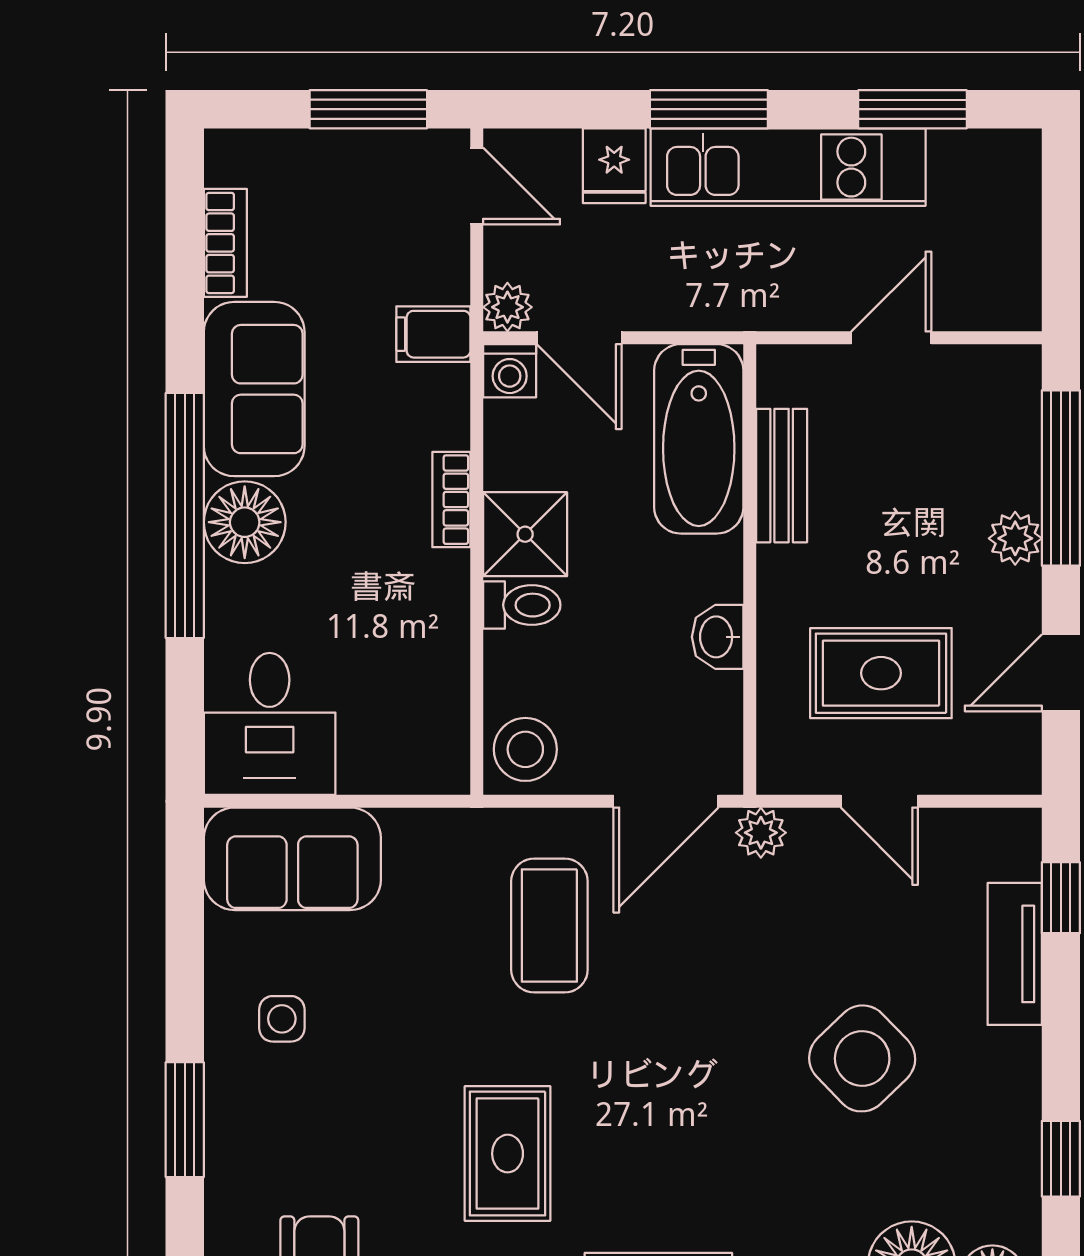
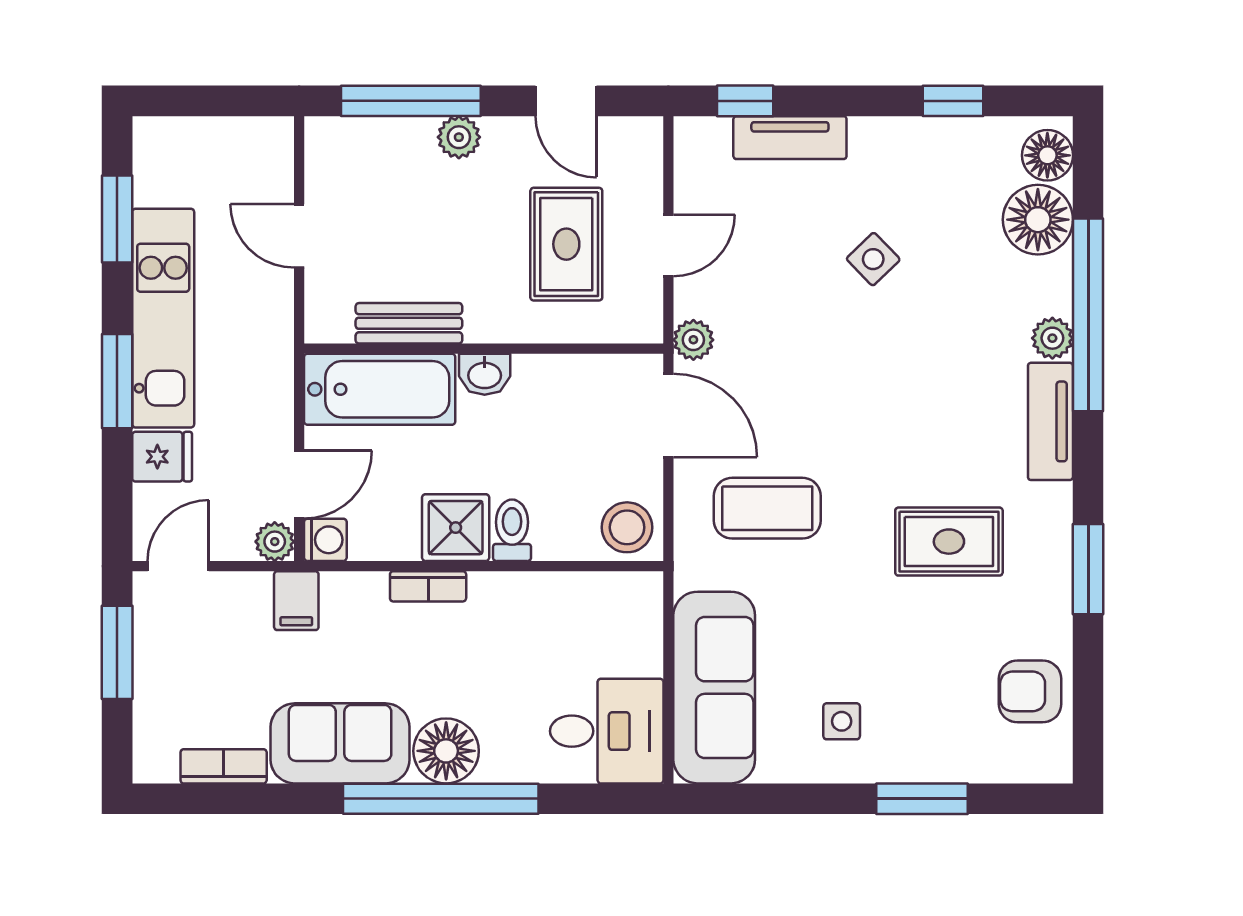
washbasin: (718, 637) -> (485, 374), moved
sofa: (292, 859) -> (714, 688), width x1.36
side table: (862, 1058) -> (873, 259), width x0.54, depth x0.54

